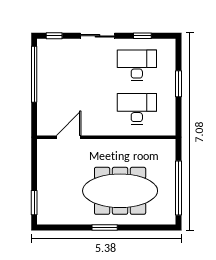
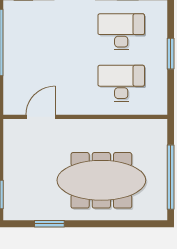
window: (105, 227) -> (49, 224), moved

